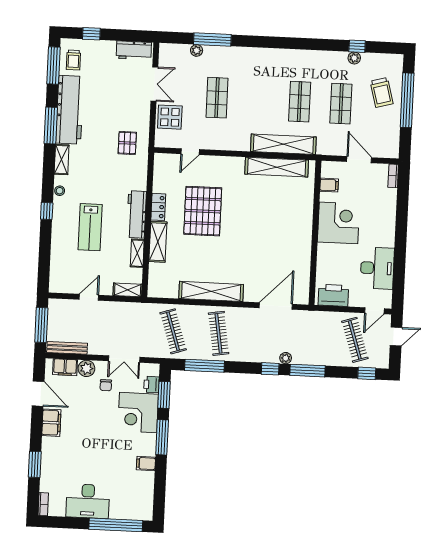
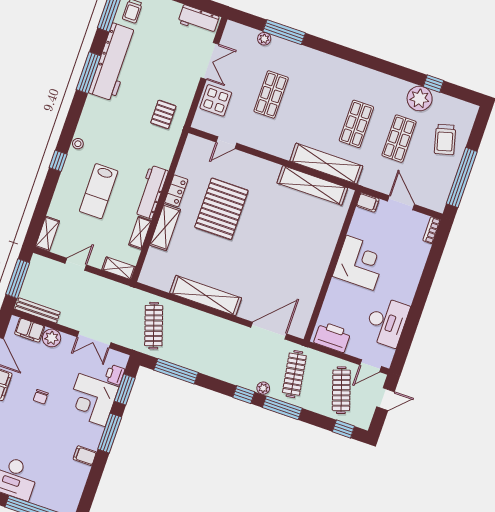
plant: (354, 58) -> (420, 99), width x1.88, depth x1.88
window: (407, 100) -> (462, 178), moved
shelving: (62, 160) -> (47, 234), moved
filing cabinet: (329, 185) -> (368, 202), moved
clothes rail: (219, 333) -> (294, 374), moved
chair: (106, 385) -> (41, 397), moved

